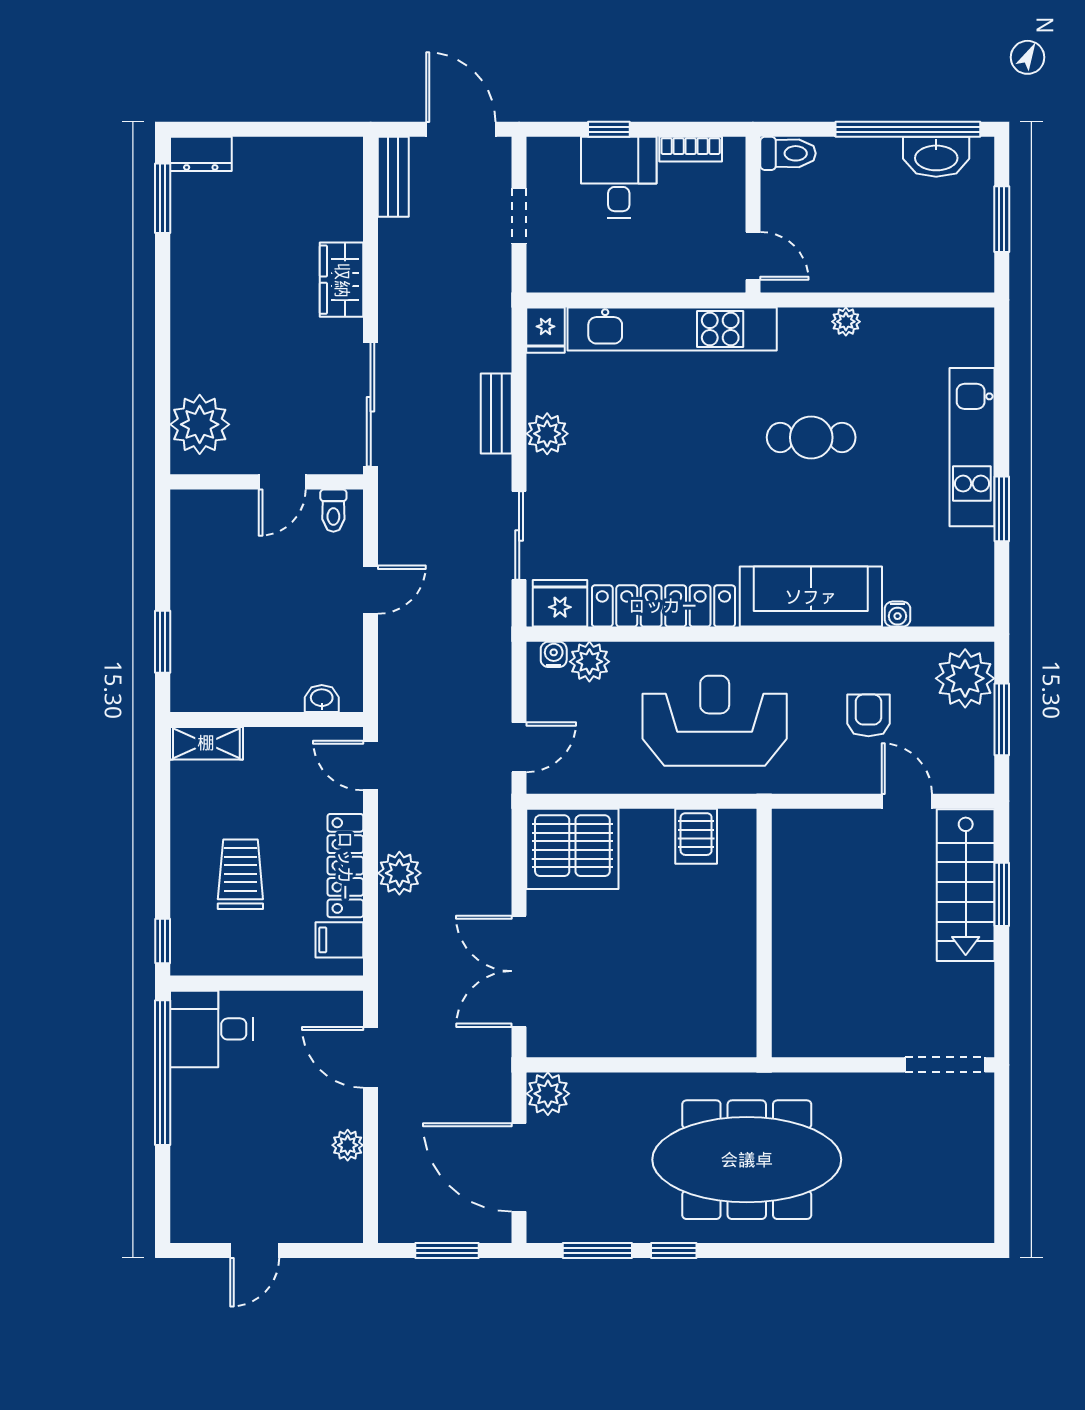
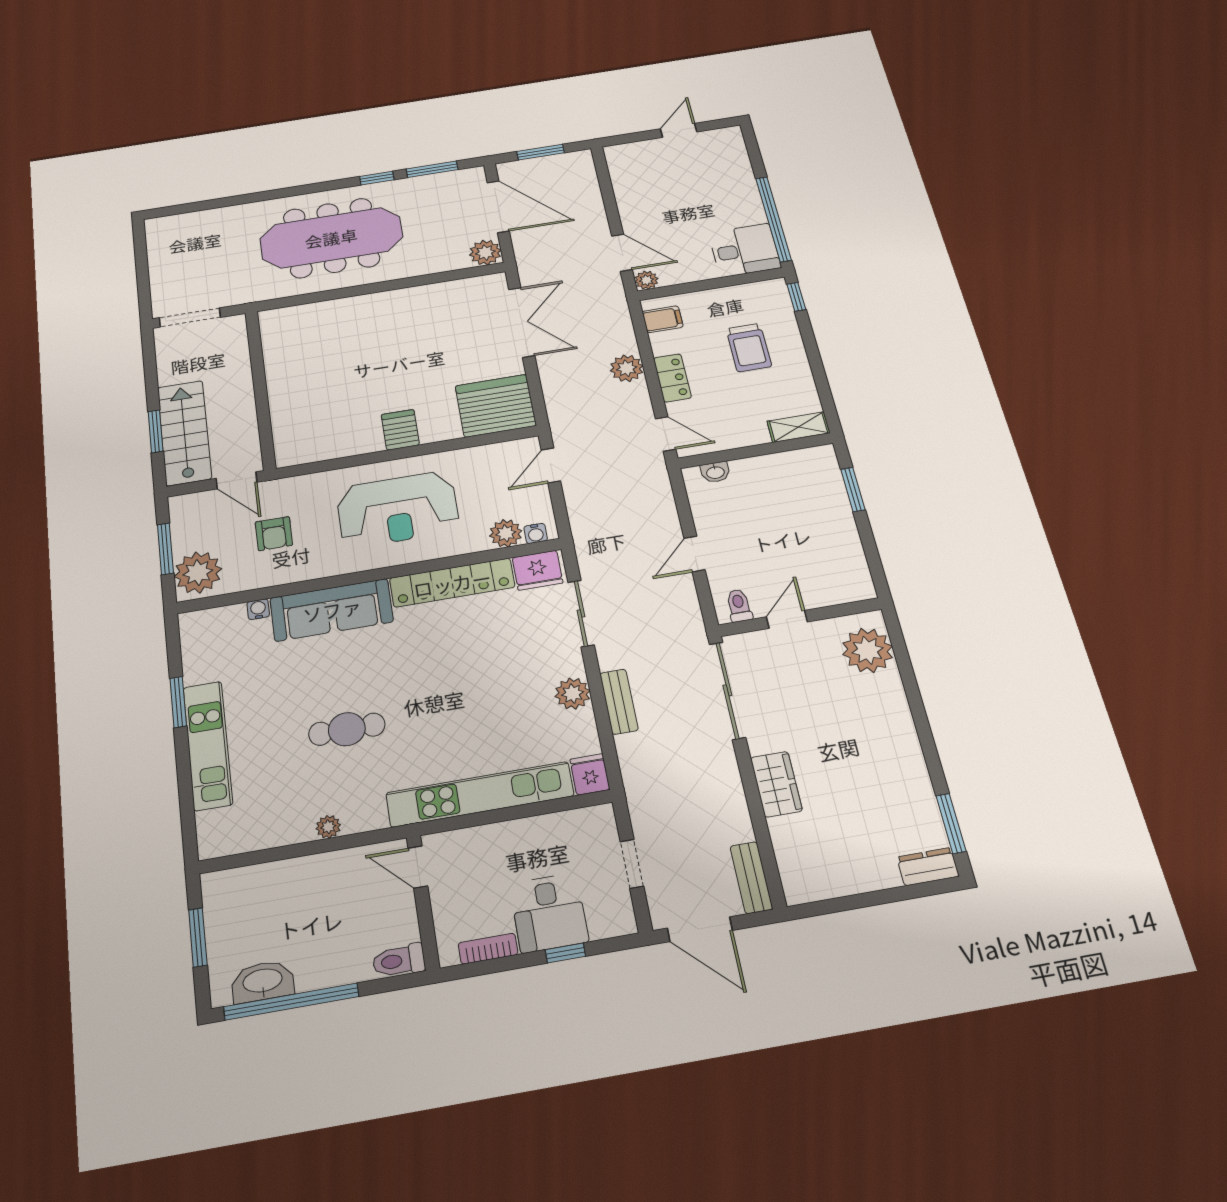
locker: (345, 866) -> (672, 378), width x0.66
wall: (764, 933) -> (260, 389), moved
plant: (348, 1145) -> (646, 280), moved

